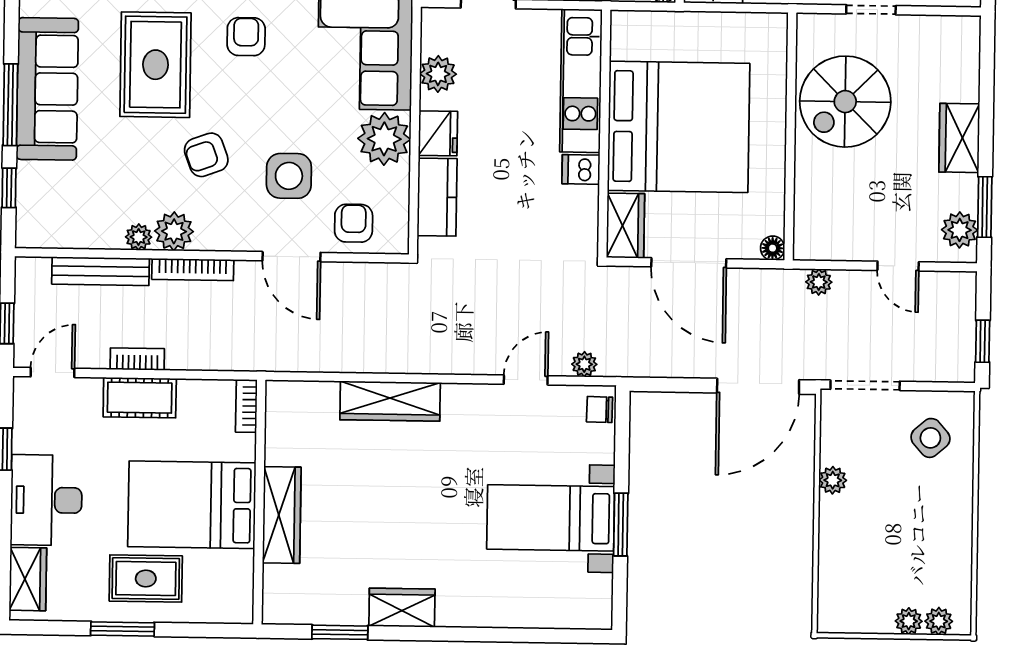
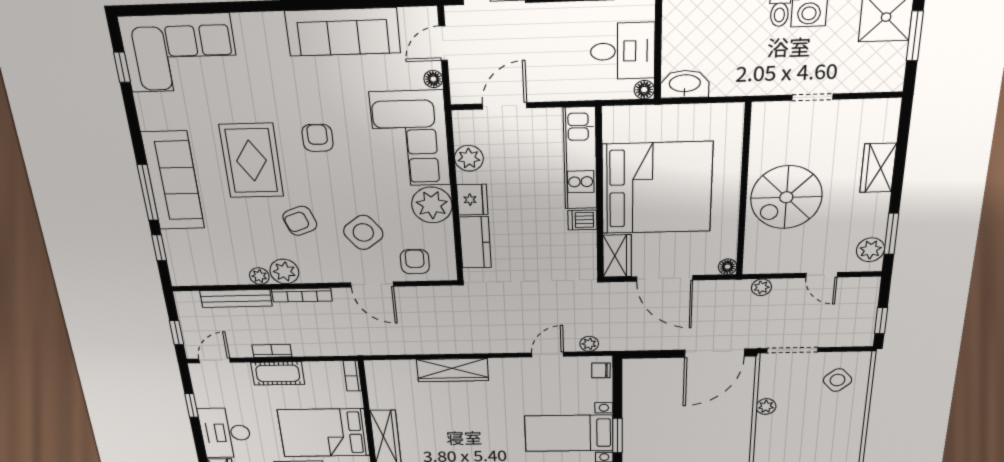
spiral stairs: (845, 102) -> (786, 197), moved
wardrobe: (959, 138) -> (878, 168), moved
side table: (289, 176) -> (363, 232), turned -37

